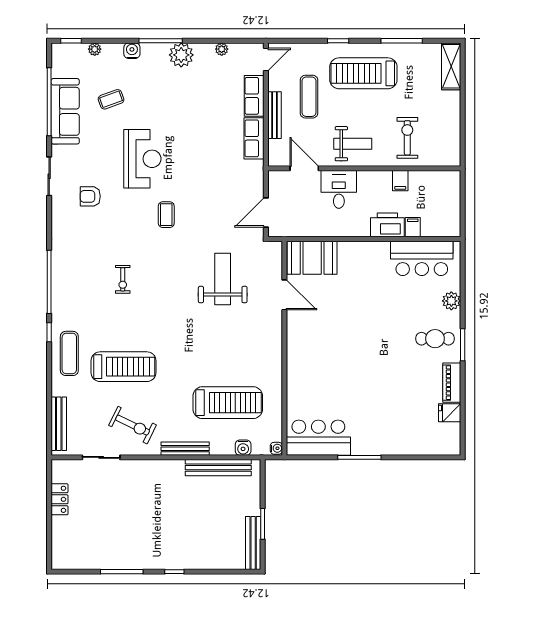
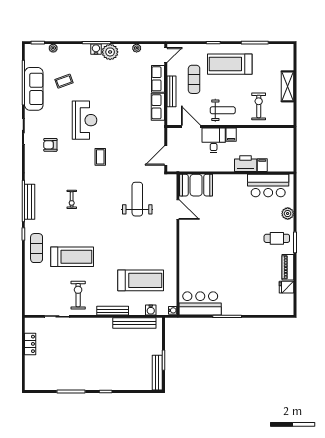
water cooler: (132, 51) -> (96, 49), moved
shelving: (451, 66) -> (287, 86), moved
filing cabinet: (400, 181) -> (231, 135), moved
bench: (59, 424) -> (30, 202), moved
exercise bike: (133, 425) -> (78, 295), turned -116

